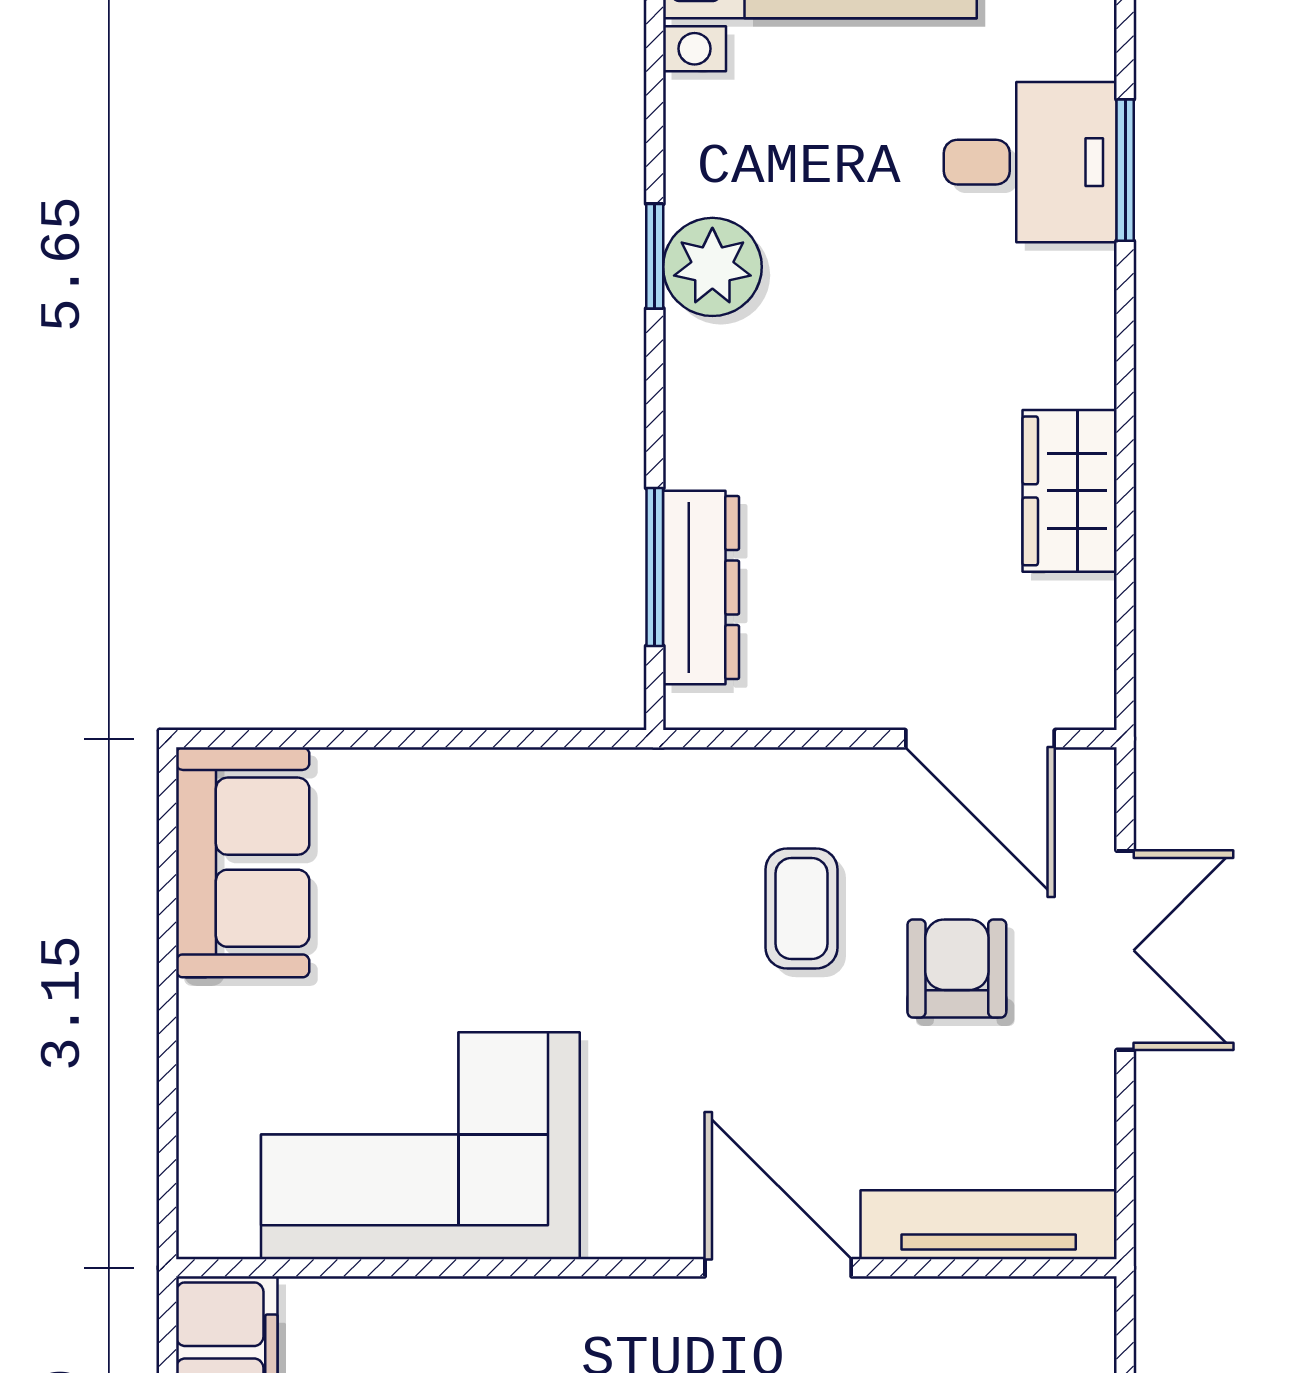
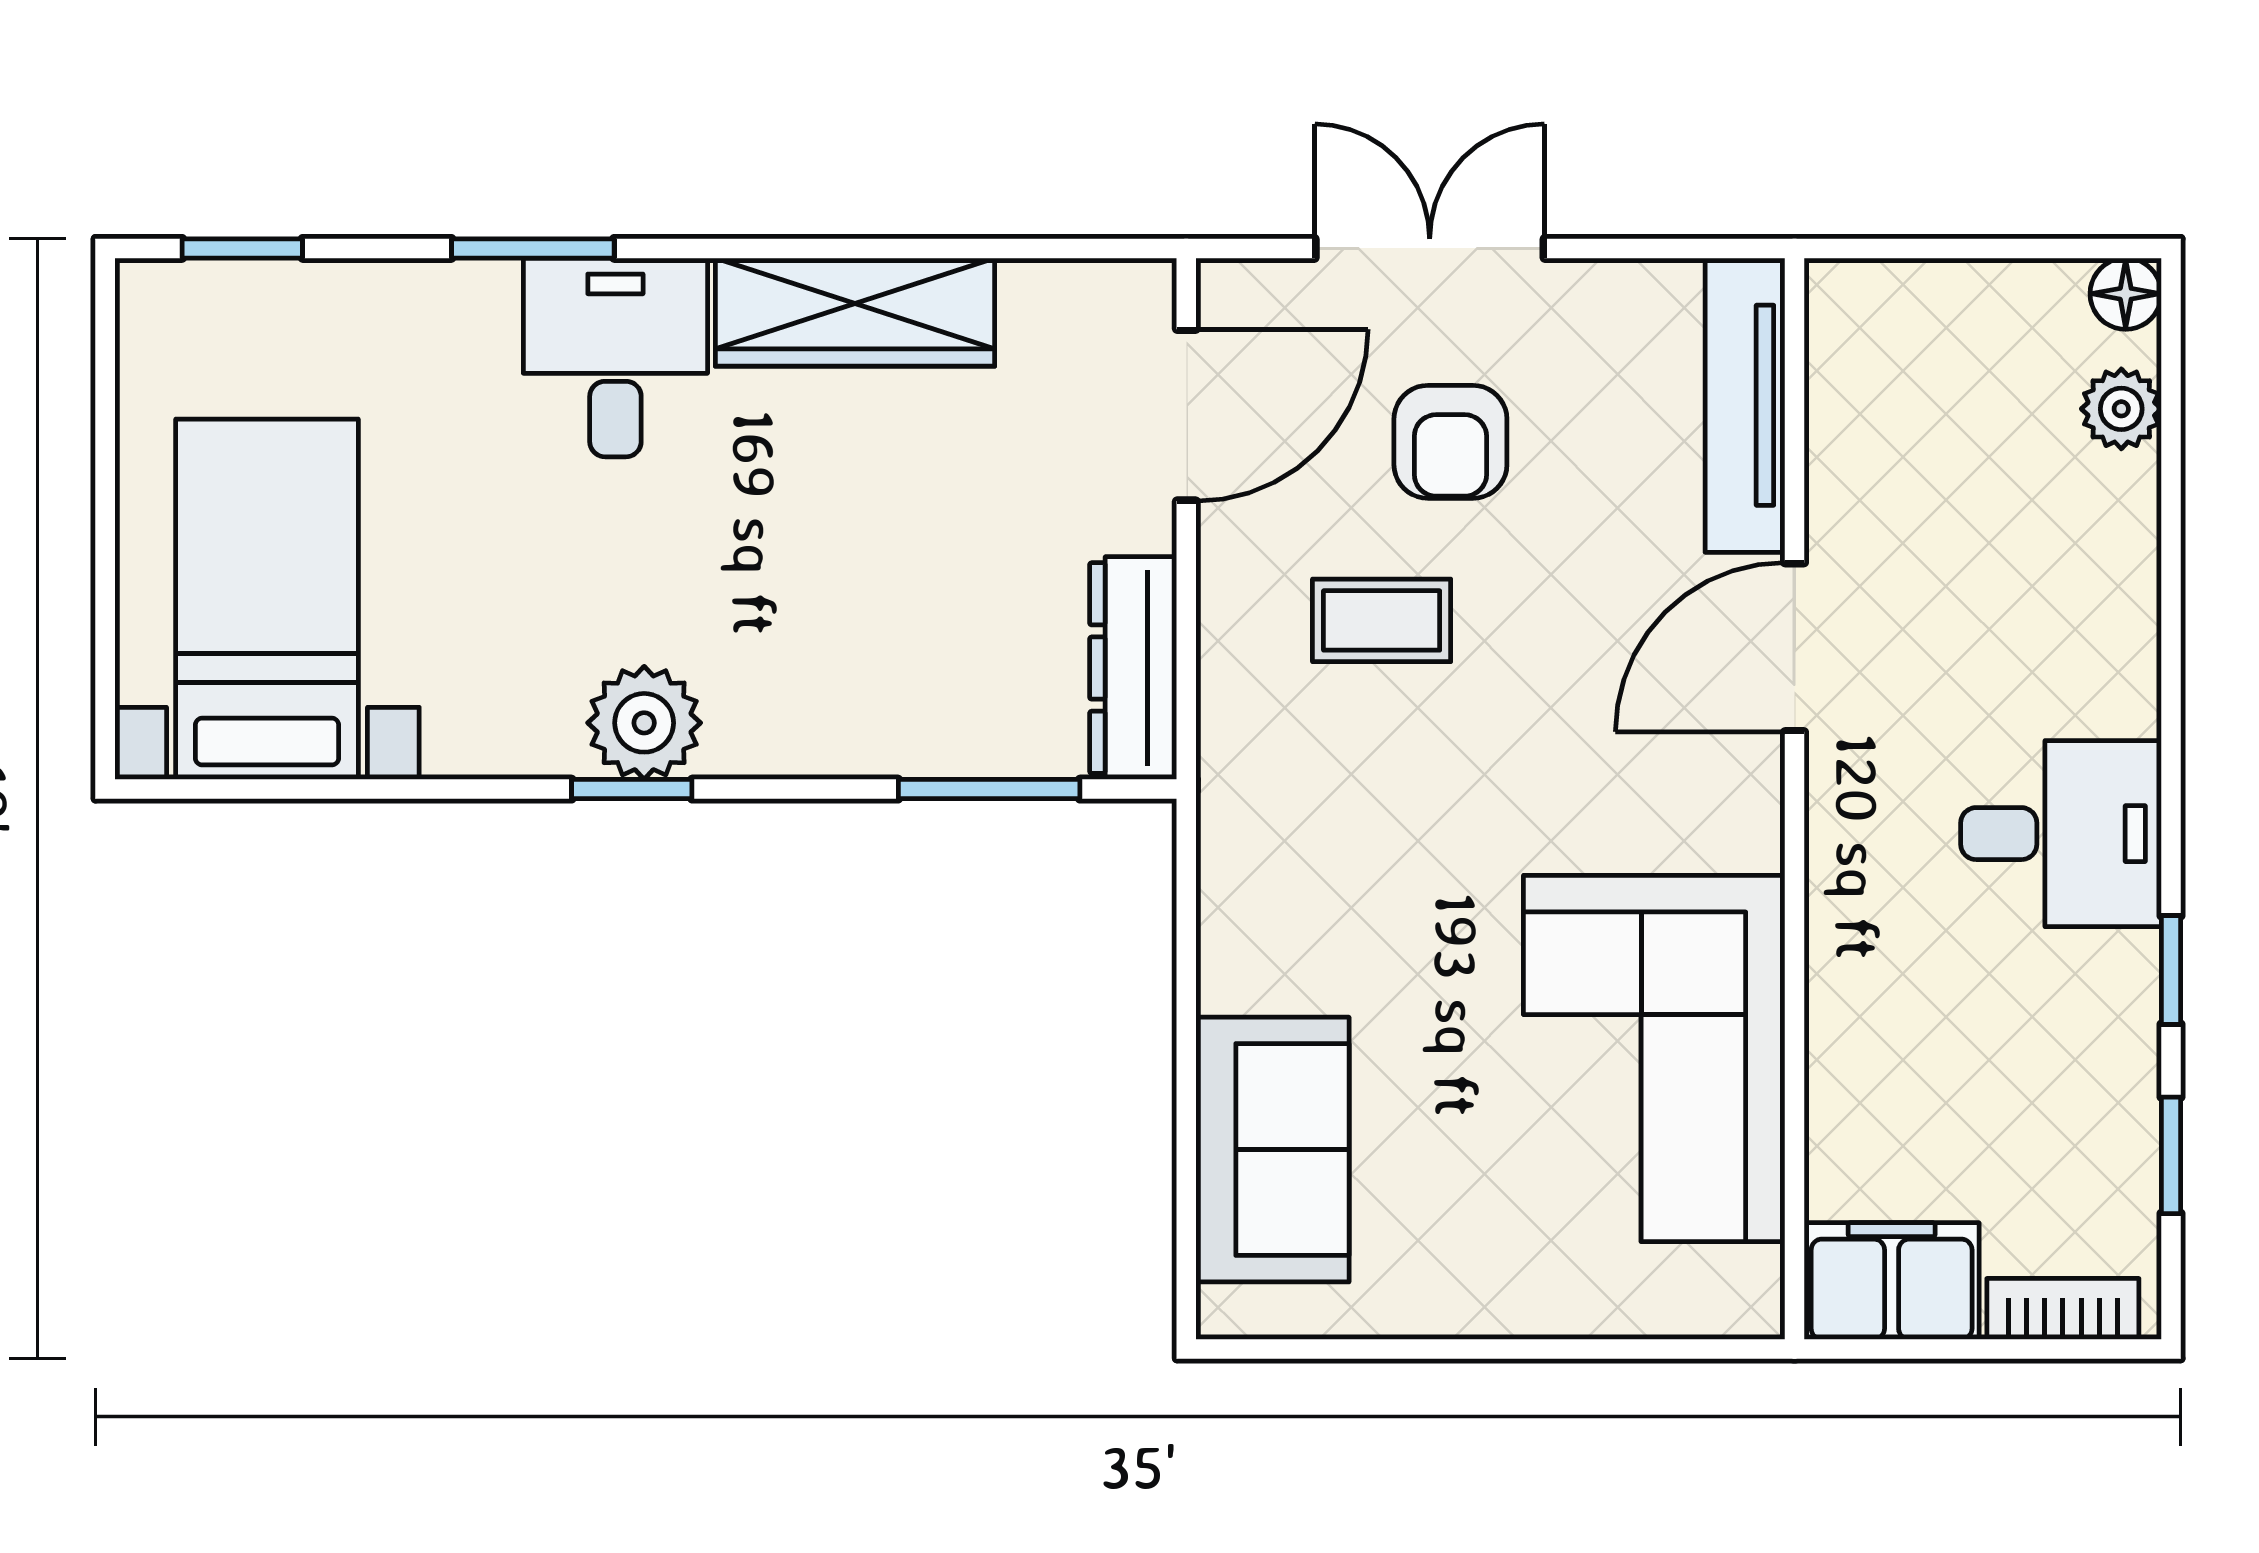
desk: (1030, 162) -> (615, 357), moved
wardrobe: (1070, 491) -> (855, 312), width x1.50
dresser: (701, 587) -> (1133, 668), moved, turned -90
sofa: (243, 862) -> (1273, 1150), moved, turned 90
armchair: (957, 968) -> (1450, 442), turned -90

